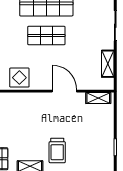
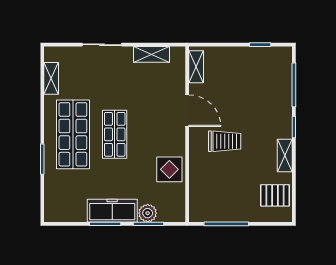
door: (64, 91) -> (187, 111), swing flipped
trolley: (57, 150) -> (225, 141), moved

